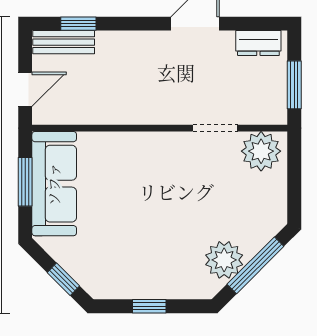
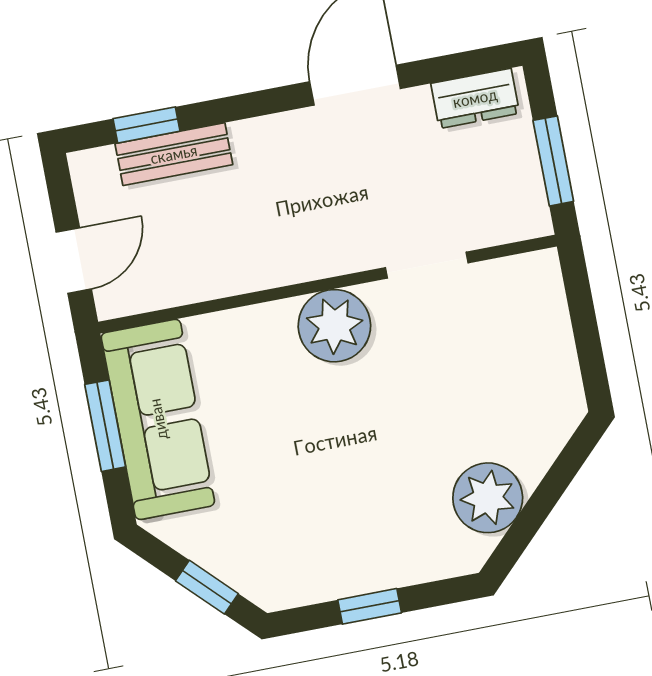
bench: (64, 42) -> (174, 154), moved
plant: (261, 151) -> (334, 326), moved
window: (255, 265) -> (546, 497), removed

